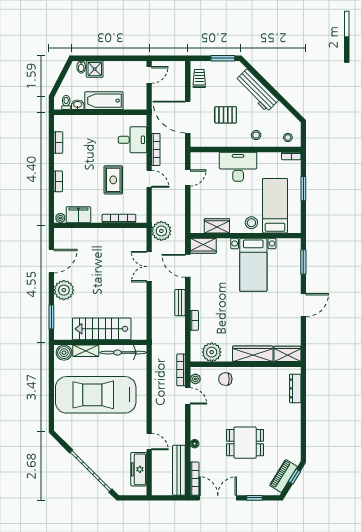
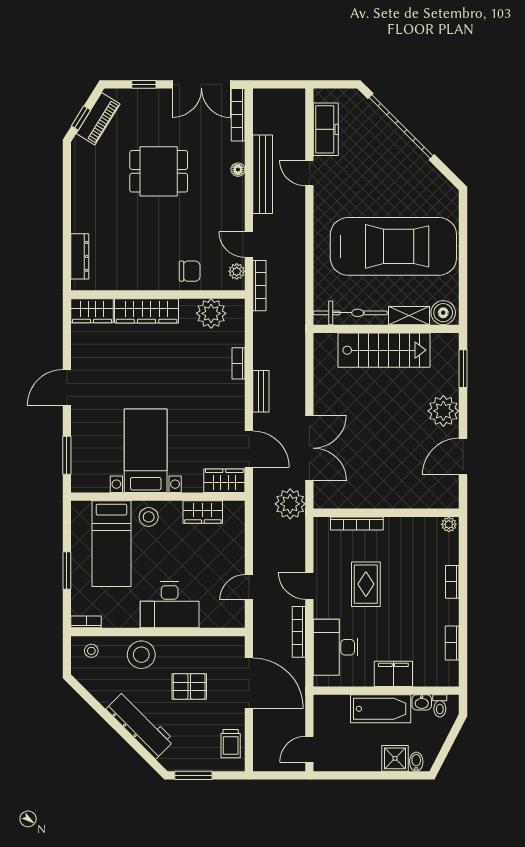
stool: (256, 135) -> (141, 655), width x1.89, depth x1.89
desk: (132, 140) -> (336, 647), width x1.37
filing cabinet: (78, 215) -> (393, 674), moved, turned 180
double door: (149, 267) -> (309, 448), width x1.37
bench: (179, 470) -> (263, 174), moved

